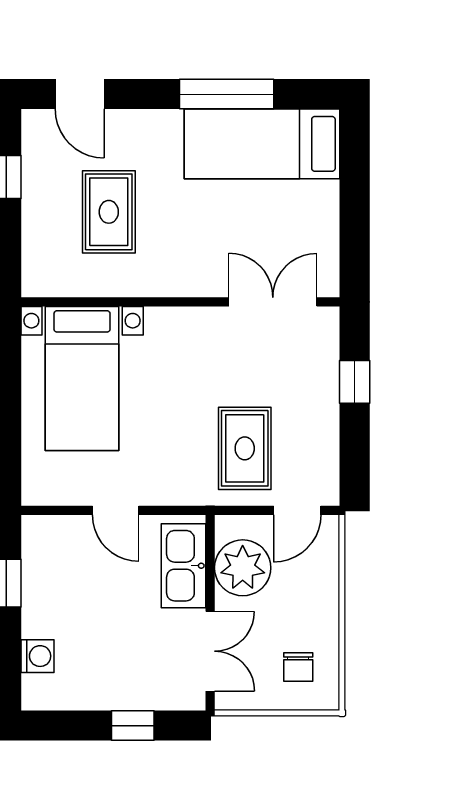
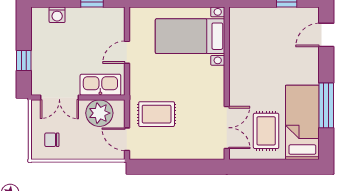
rug: (109, 212) -> (266, 131), moved, turned 90
window: (355, 382) -> (188, 167), removed

